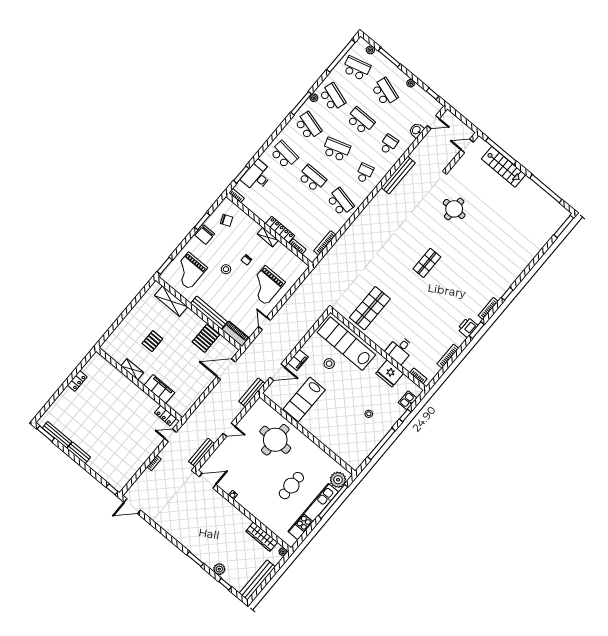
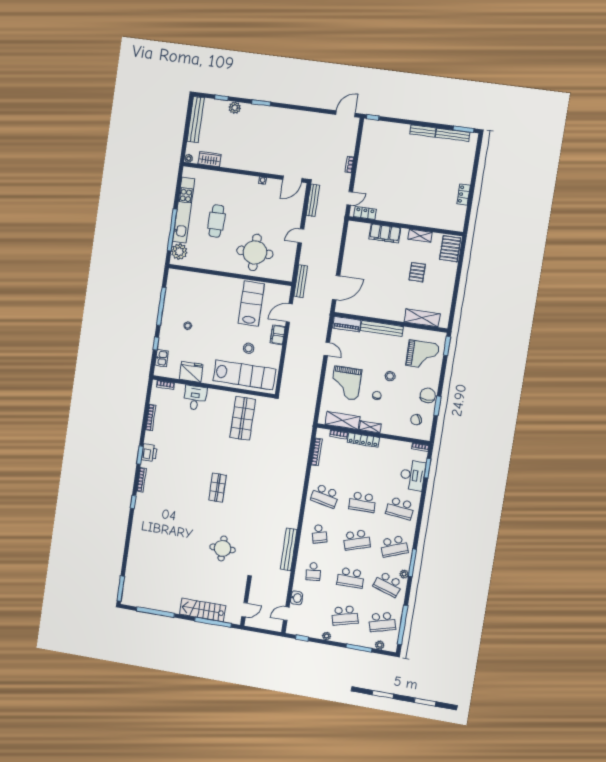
school desk: (385, 92) -> (345, 615), turned -33
school desk: (308, 126) -> (394, 546), turned -36
shelving: (287, 256) -> (343, 420), added
grand piano: (189, 271) -> (423, 355), turned 90
grand piano: (266, 285) -> (346, 383), turned 180
pallet: (206, 338) -> (450, 249), moved
wardrobe: (262, 537) -> (210, 159), width x0.67

